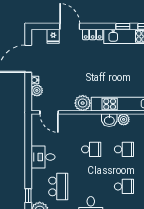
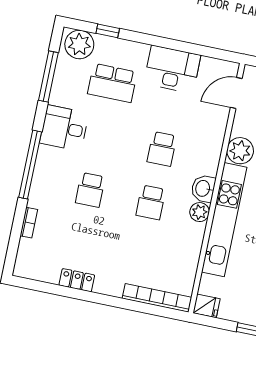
desk: (43, 157) -> (172, 69), width x1.37

